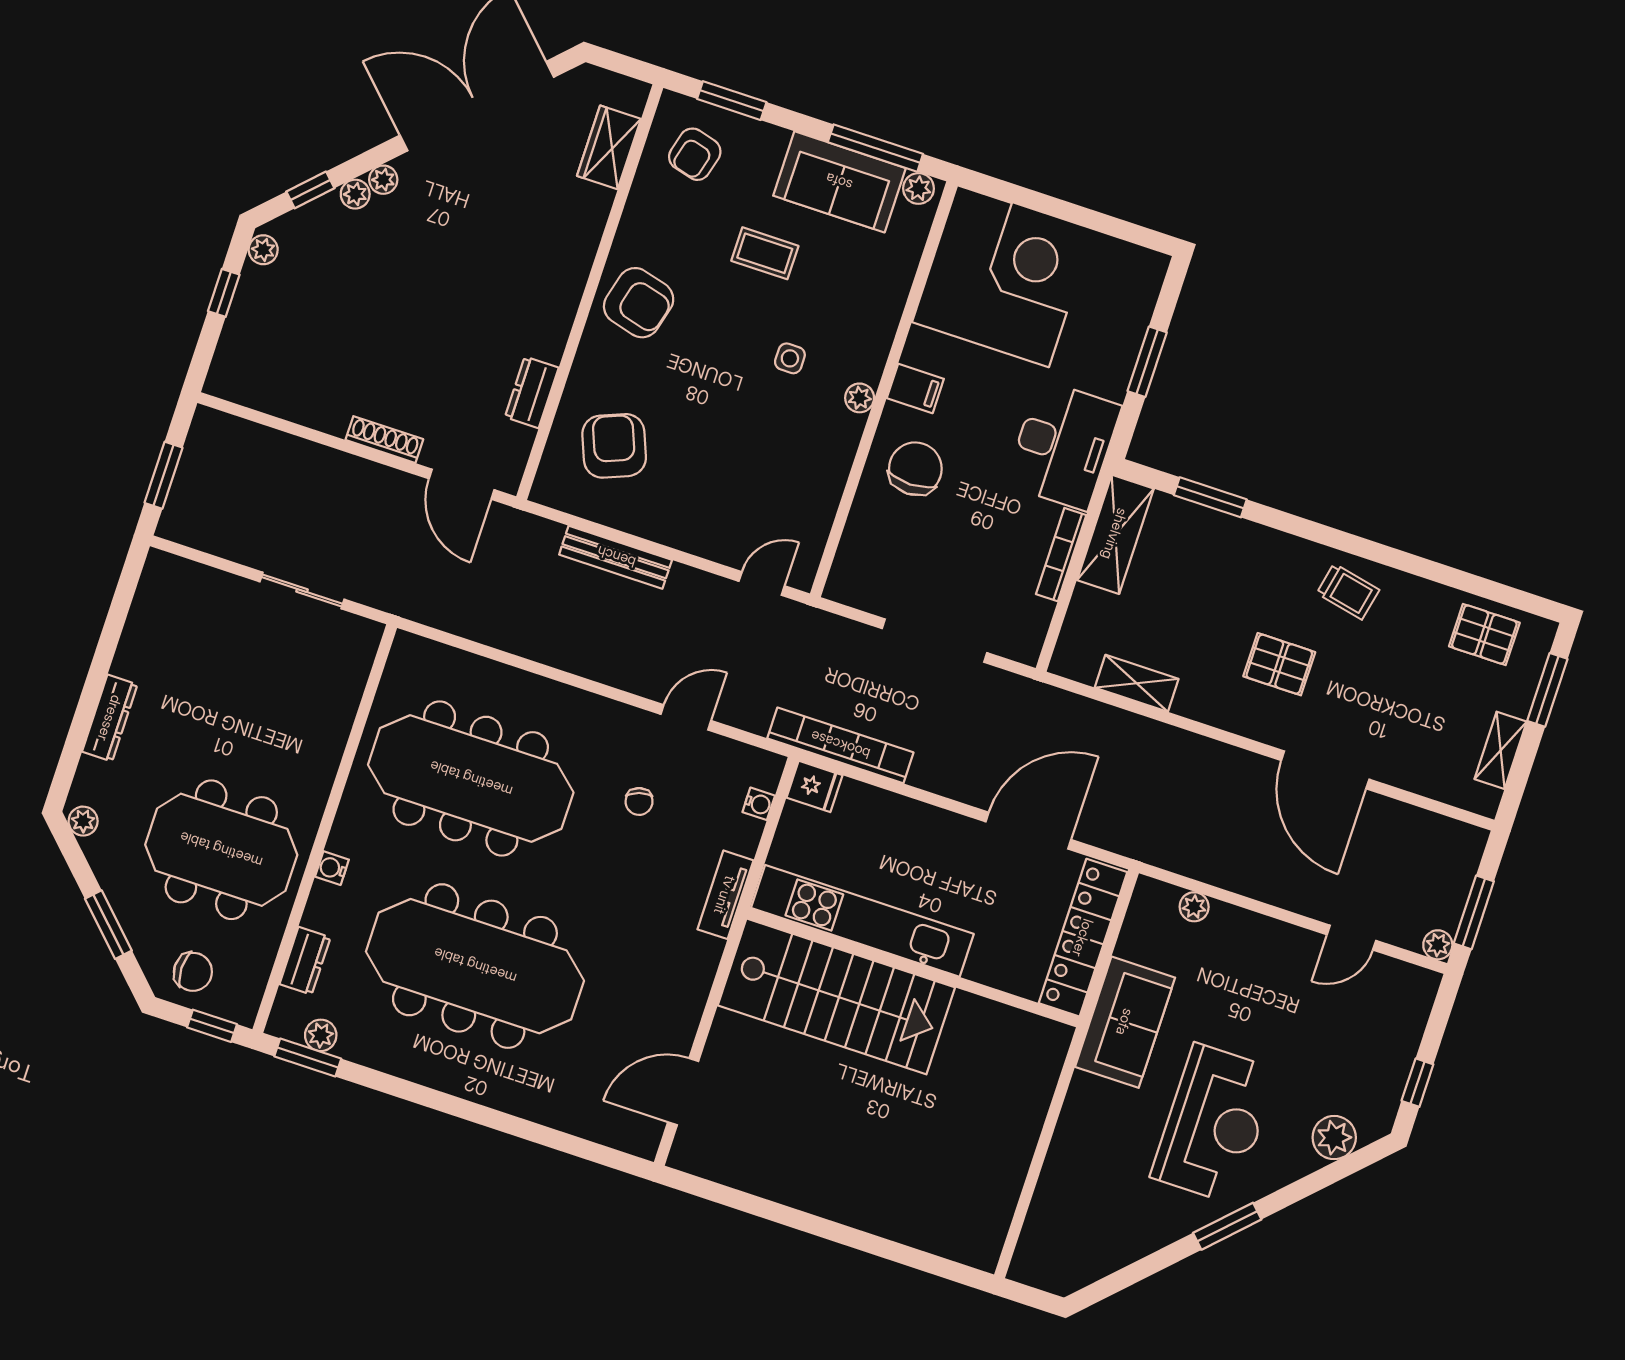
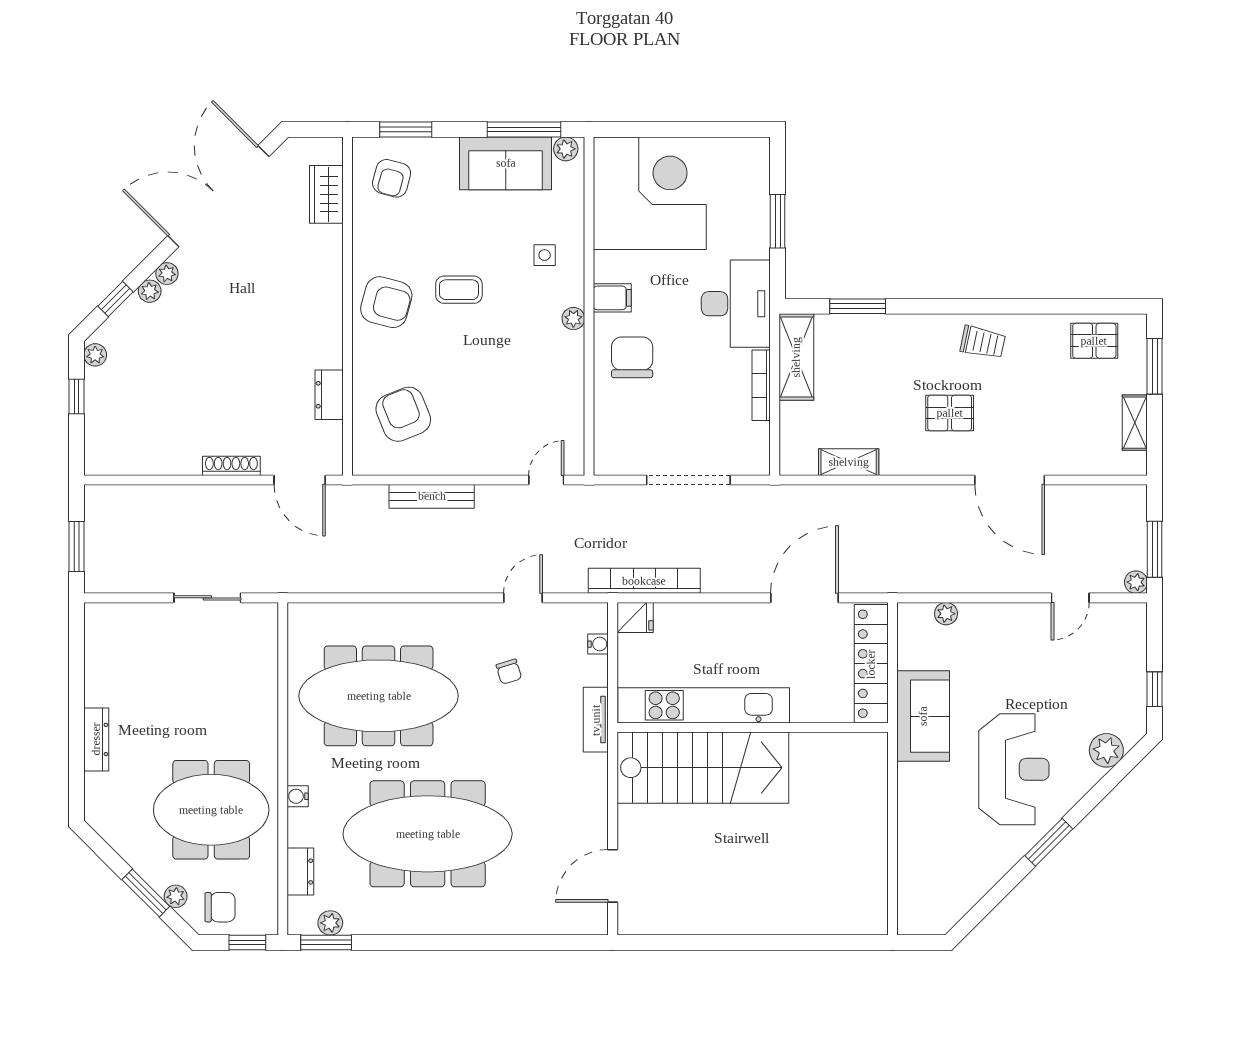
coffee table: (765, 253) -> (459, 290), moved
side table: (790, 358) -> (545, 255), moved
plant: (83, 821) -> (176, 896), moved

